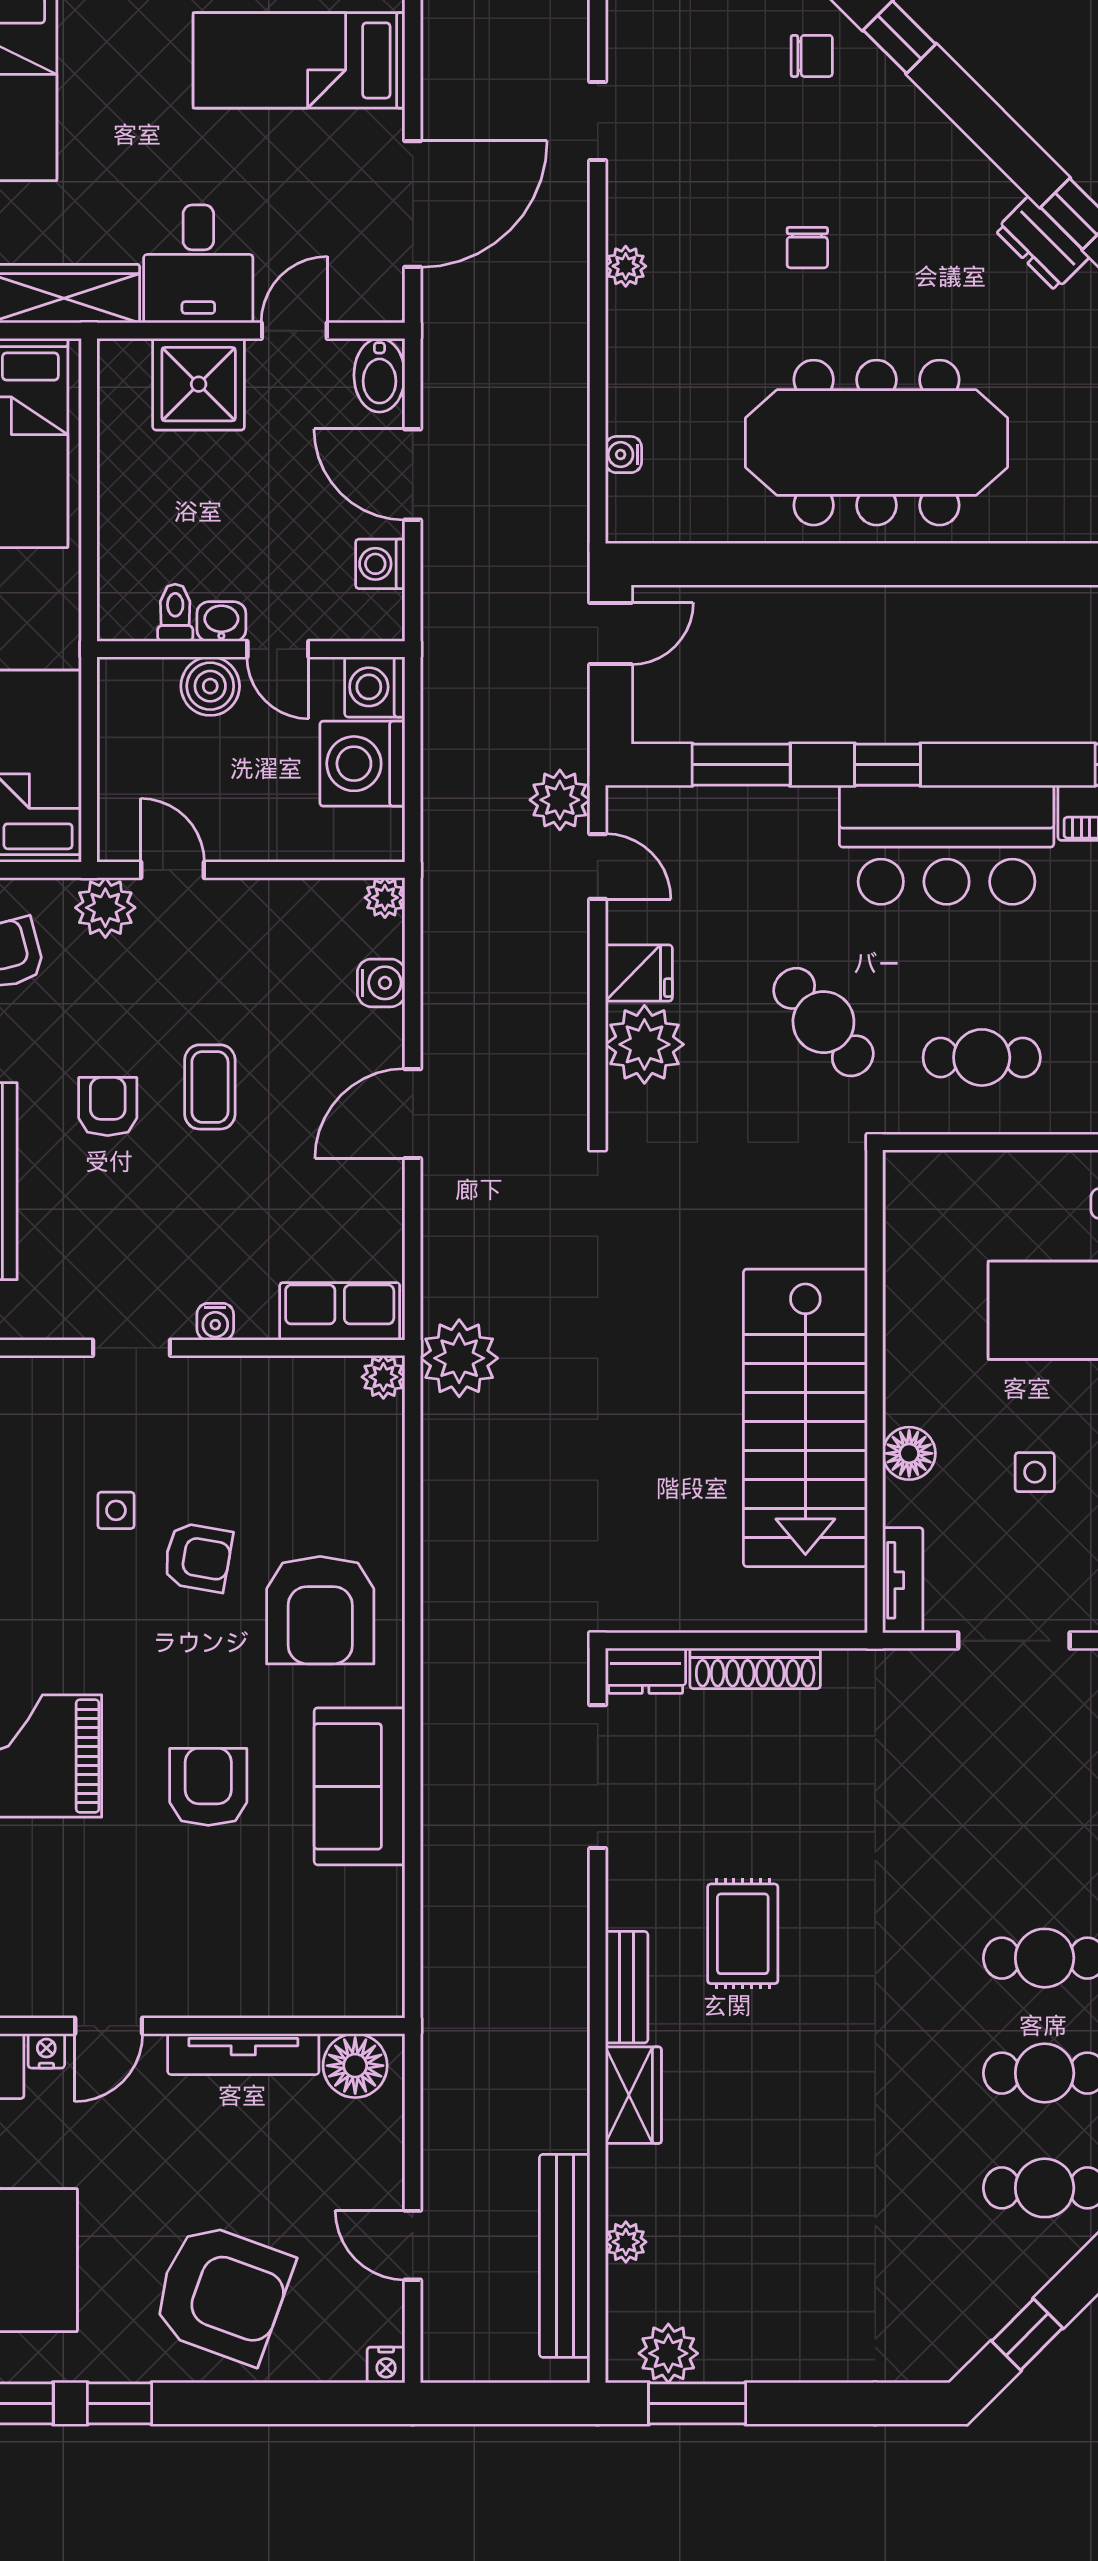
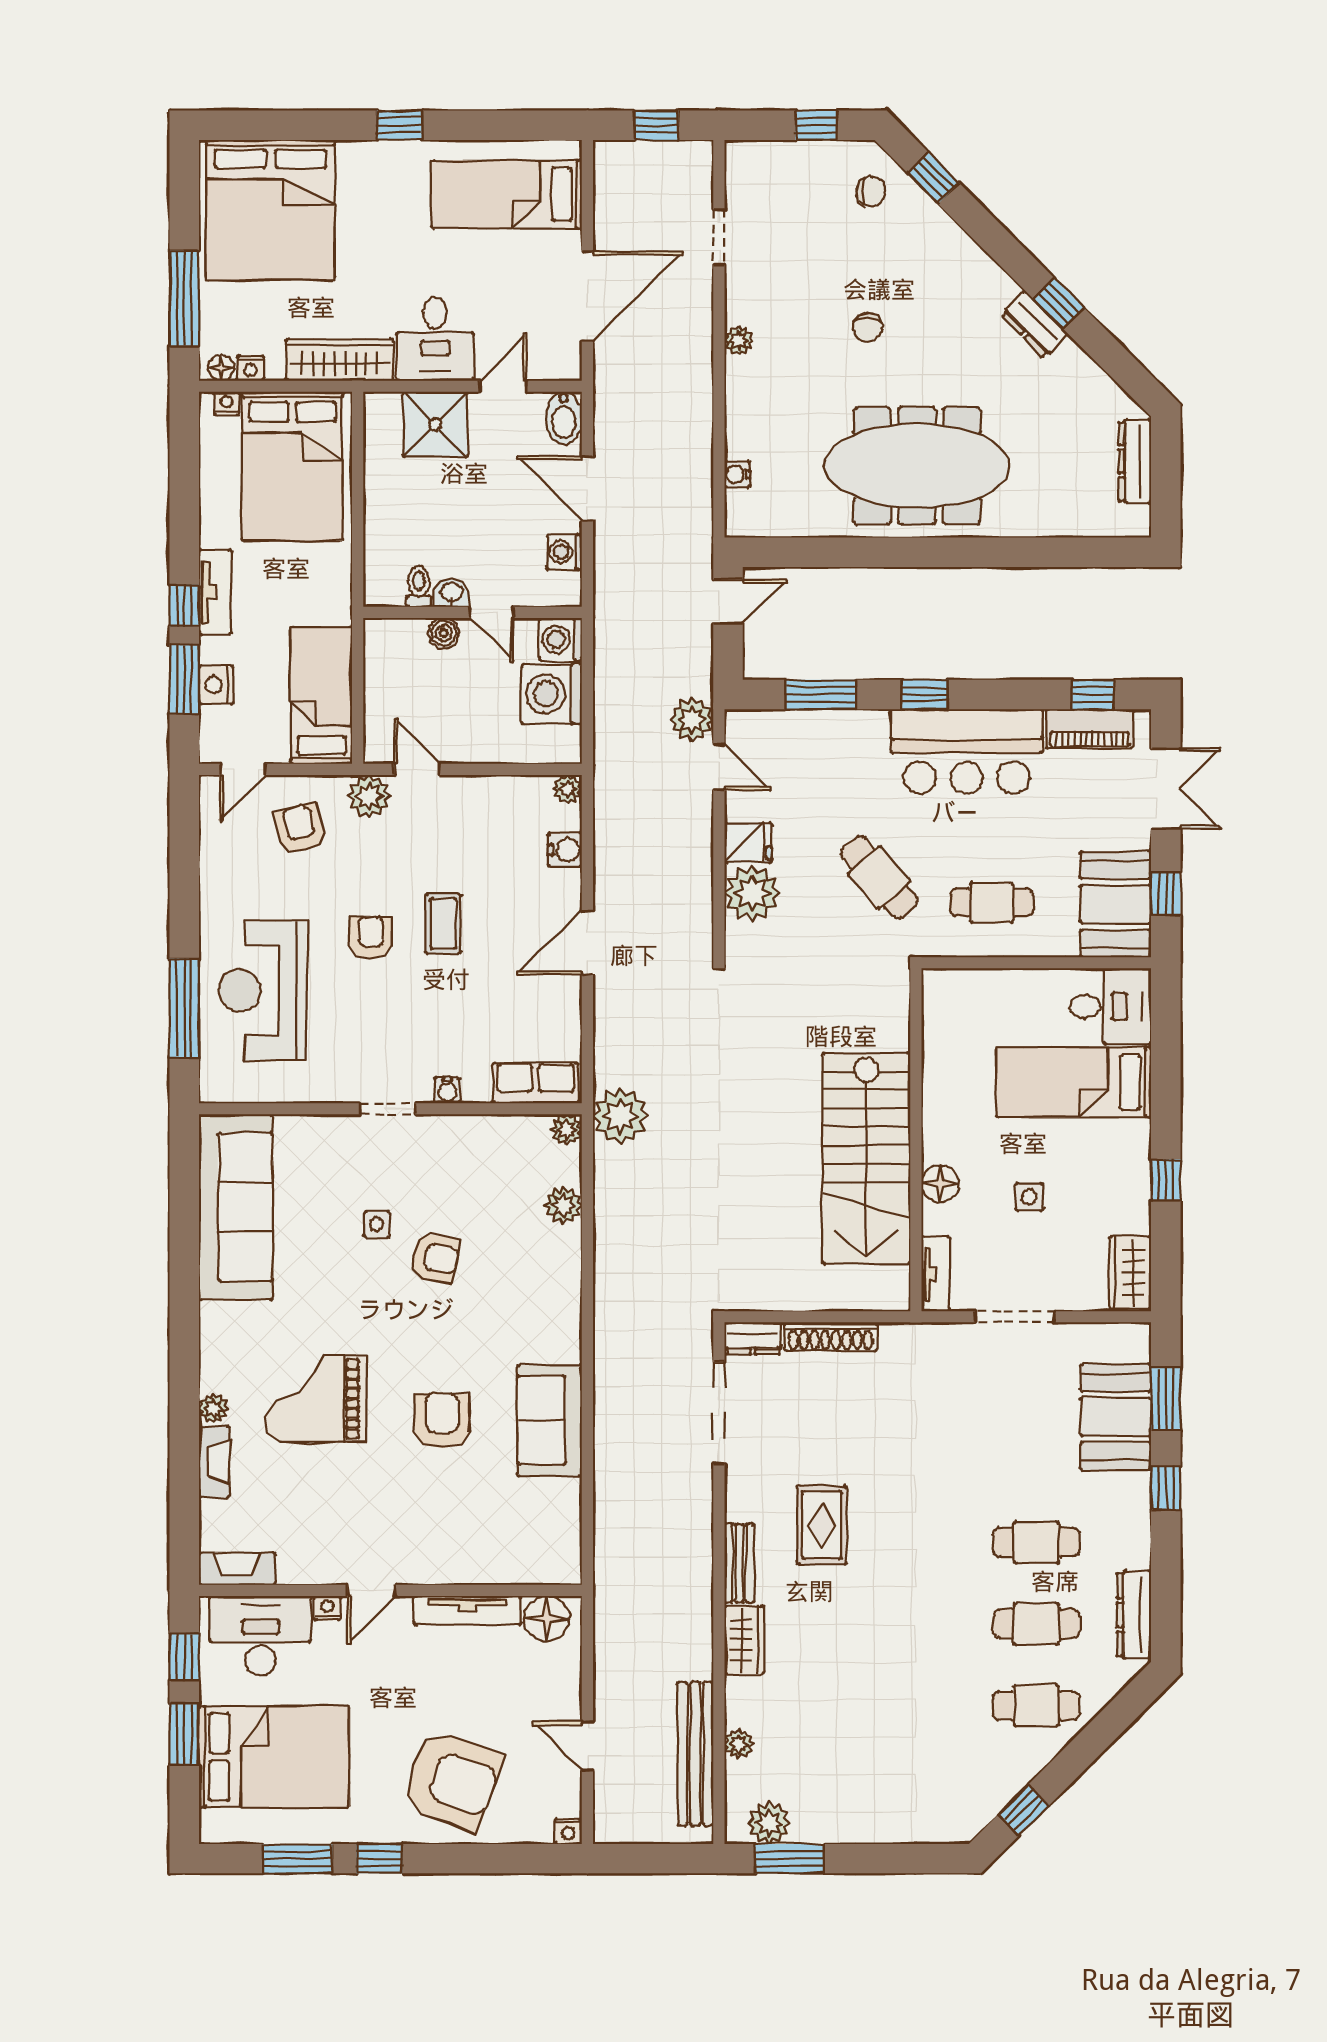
boiler: (210, 686) -> (444, 633), width x0.73, depth x0.73
plant: (379, 1484) -> (563, 1205), added
armchair: (320, 1610) -> (522, 1295), removed

